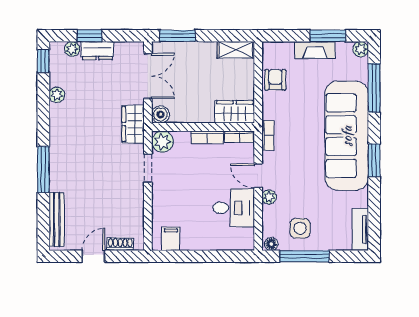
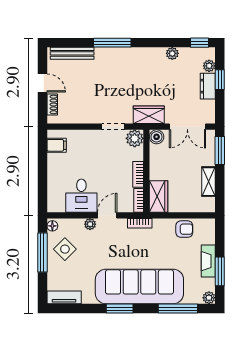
shelving: (236, 50) -> (208, 182), moved
side table: (300, 228) -> (65, 249), turned 45

